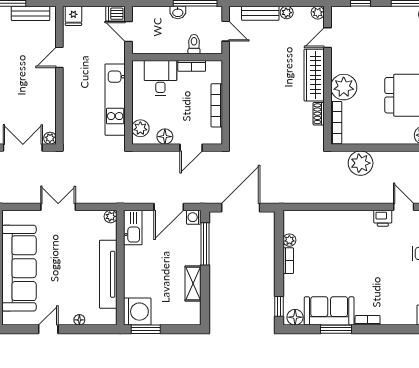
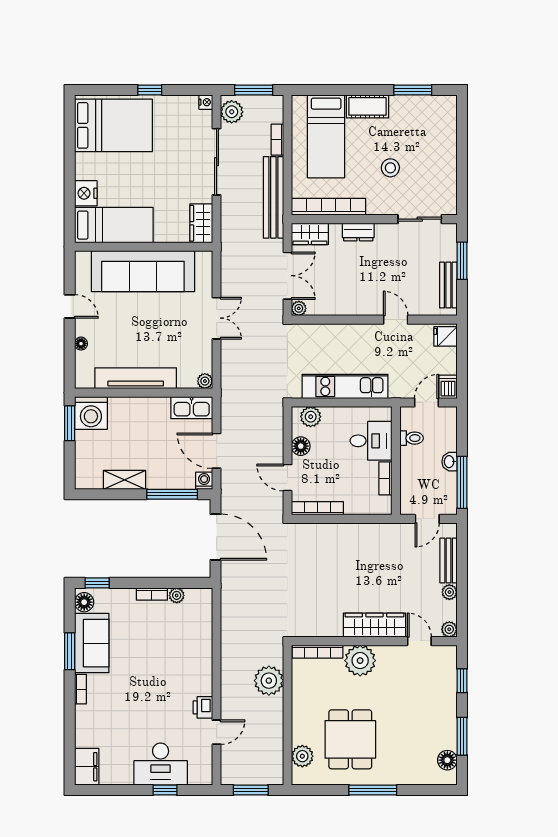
toilet: (194, 44) -> (412, 438), moved
bookcase: (217, 105) -> (317, 508), moved
shoe rack: (319, 114) -> (328, 631), removed

